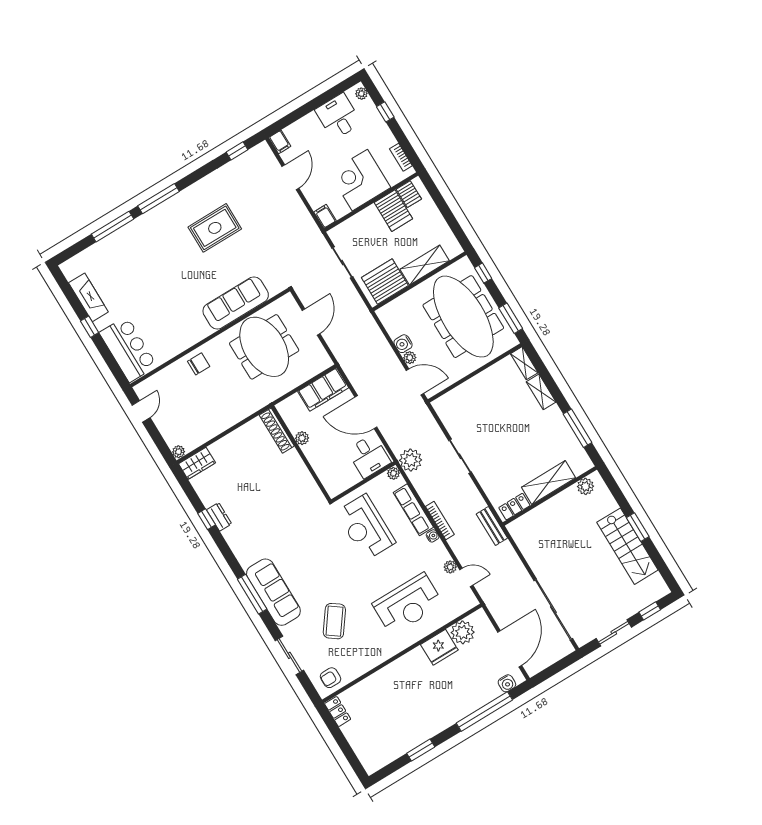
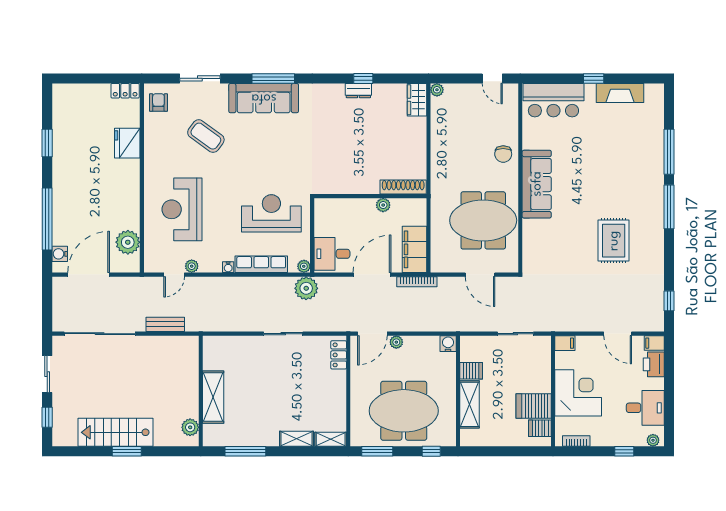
printer: (298, 132) -> (654, 364), added
server rack: (385, 282) -> (471, 371), width x0.46, depth x0.70
sofa: (236, 303) -> (537, 184), moved
meeting table: (463, 317) -> (404, 411), width x0.73
water cooler: (403, 344) -> (448, 344), moved
locker: (514, 507) -> (339, 355), moved, turned 180
bookcase: (440, 521) -> (417, 282), moved
bench: (492, 526) -> (165, 324), moved
fridge: (439, 647) -> (127, 143), moved
door: (510, 649) -> (89, 275), swing flipped

